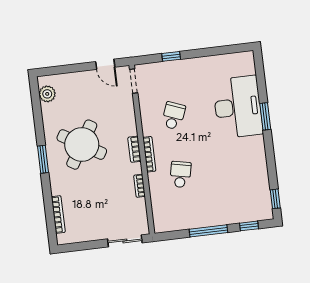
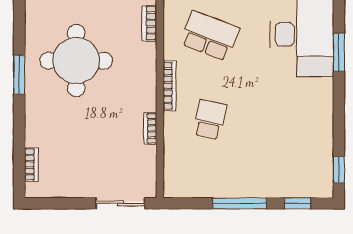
school desk: (173, 116) -> (210, 36), width x1.85
round table: (82, 145) -> (76, 61), turned -31
bookcase: (134, 149) -> (149, 23), moved
bookcase: (58, 214) -> (31, 164), width x0.64

